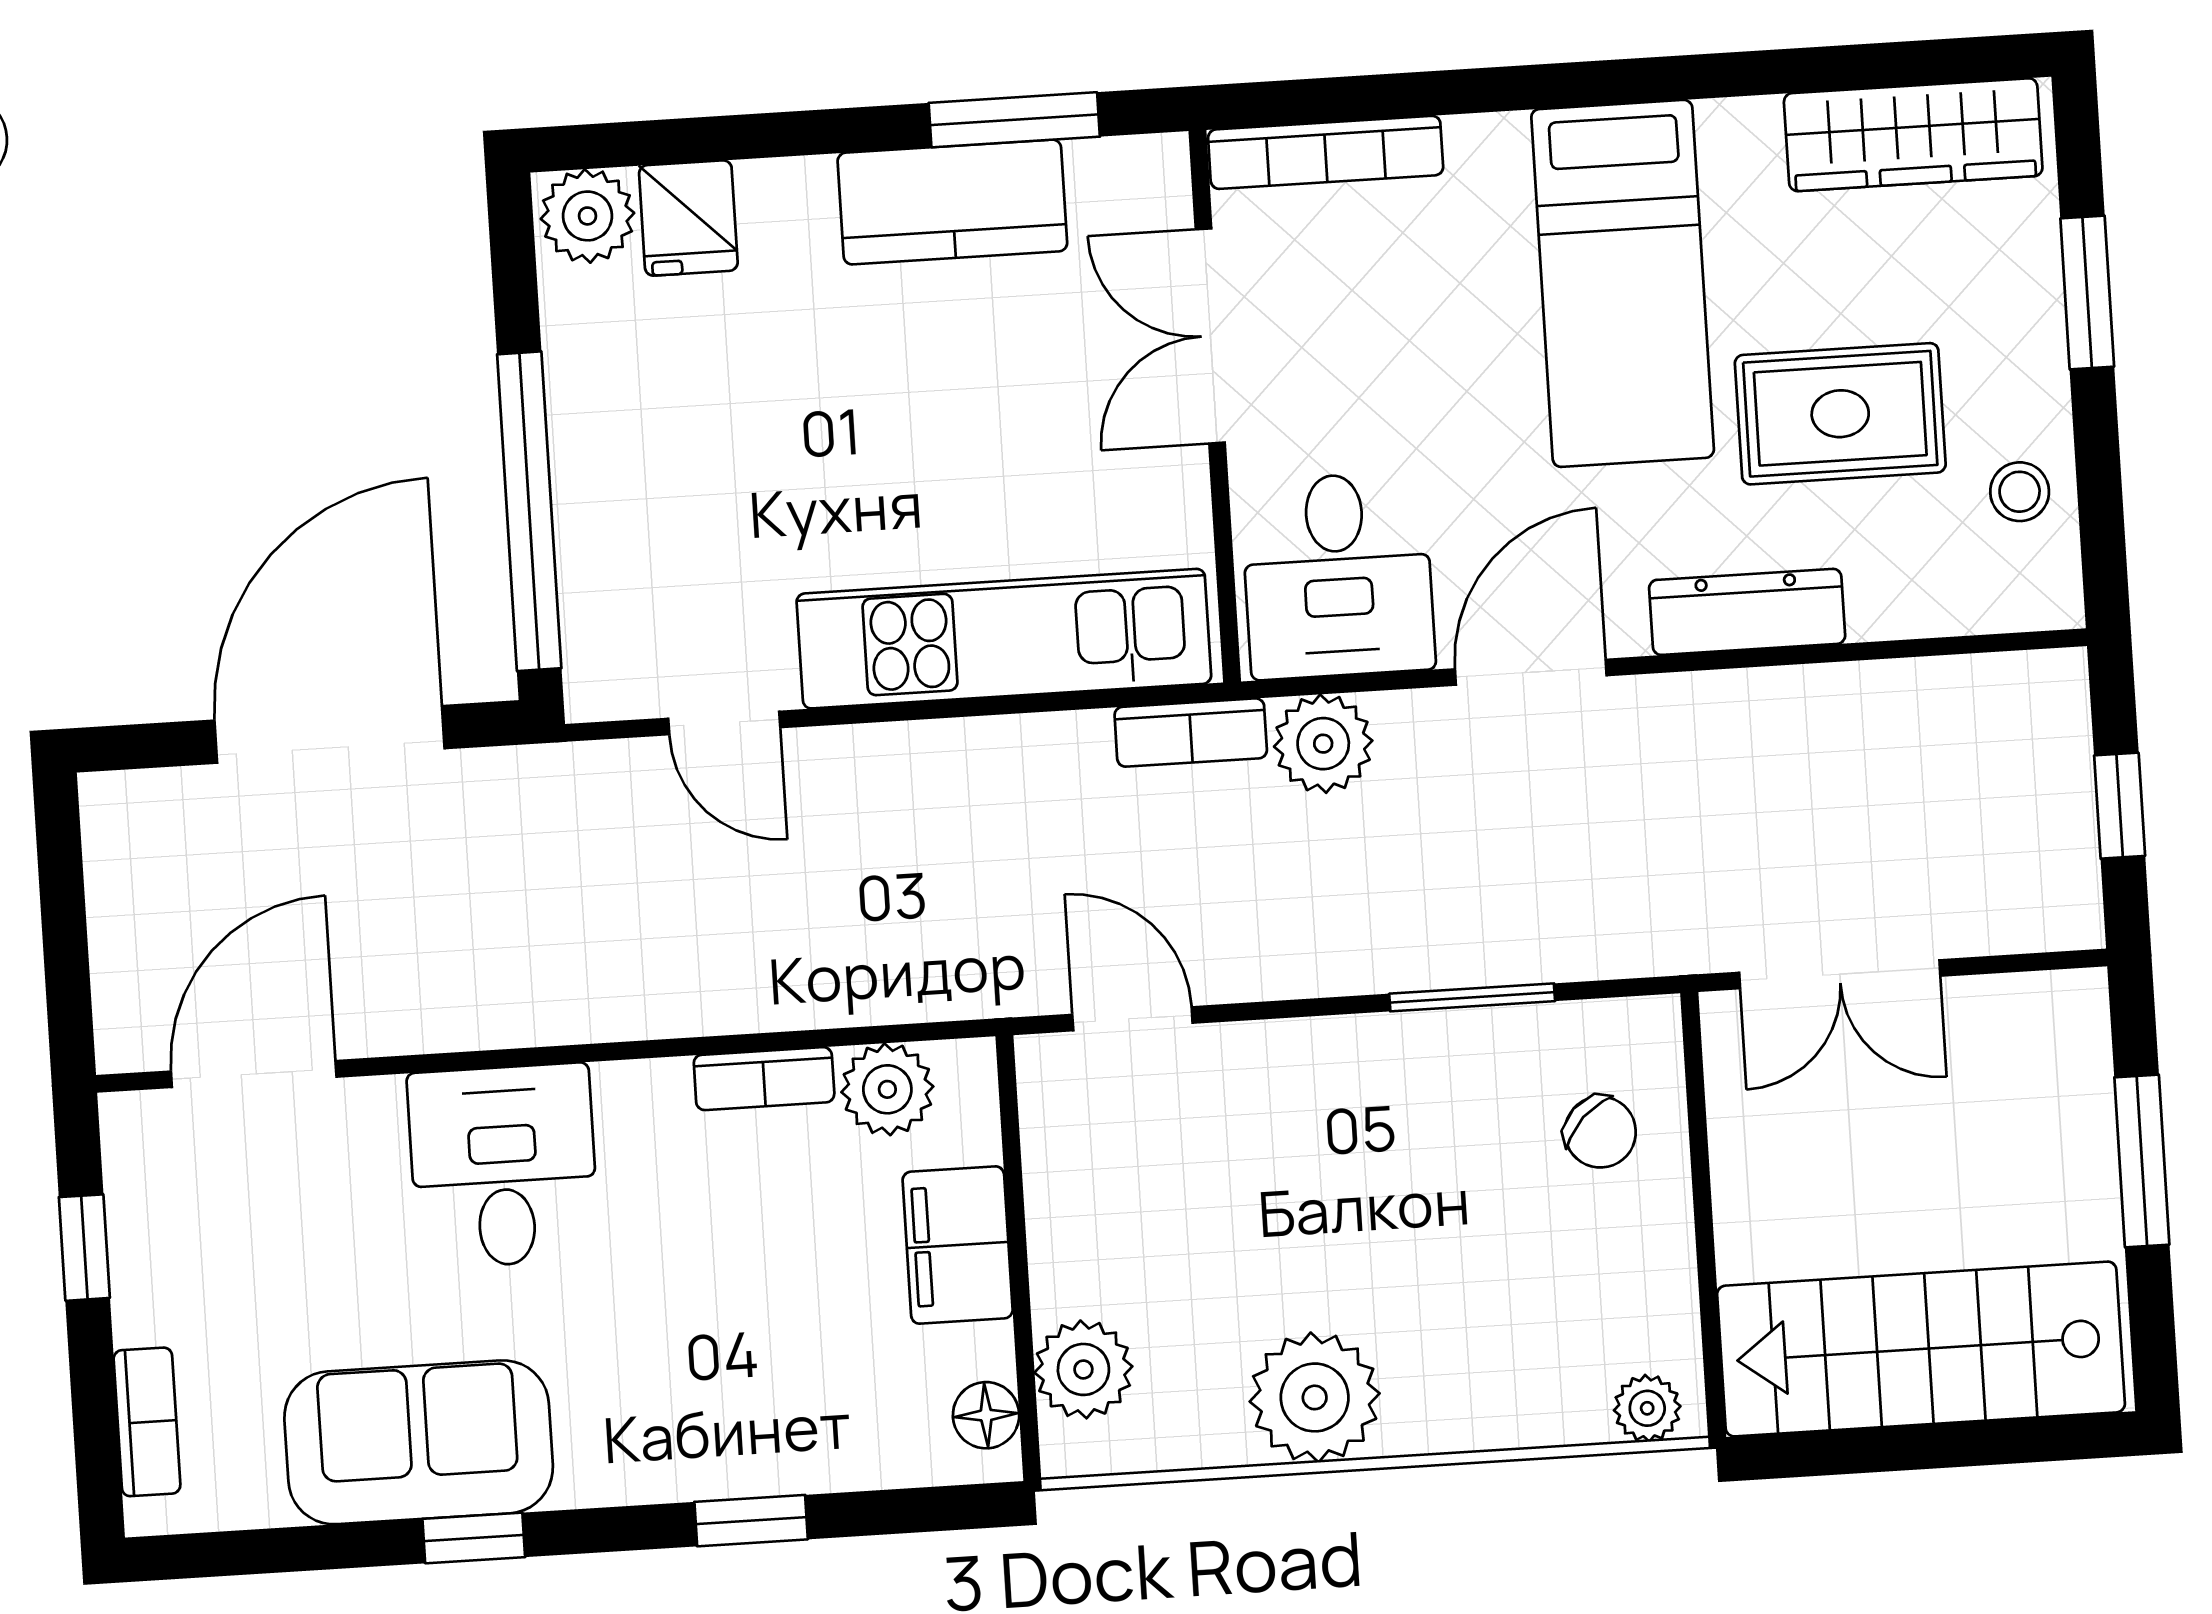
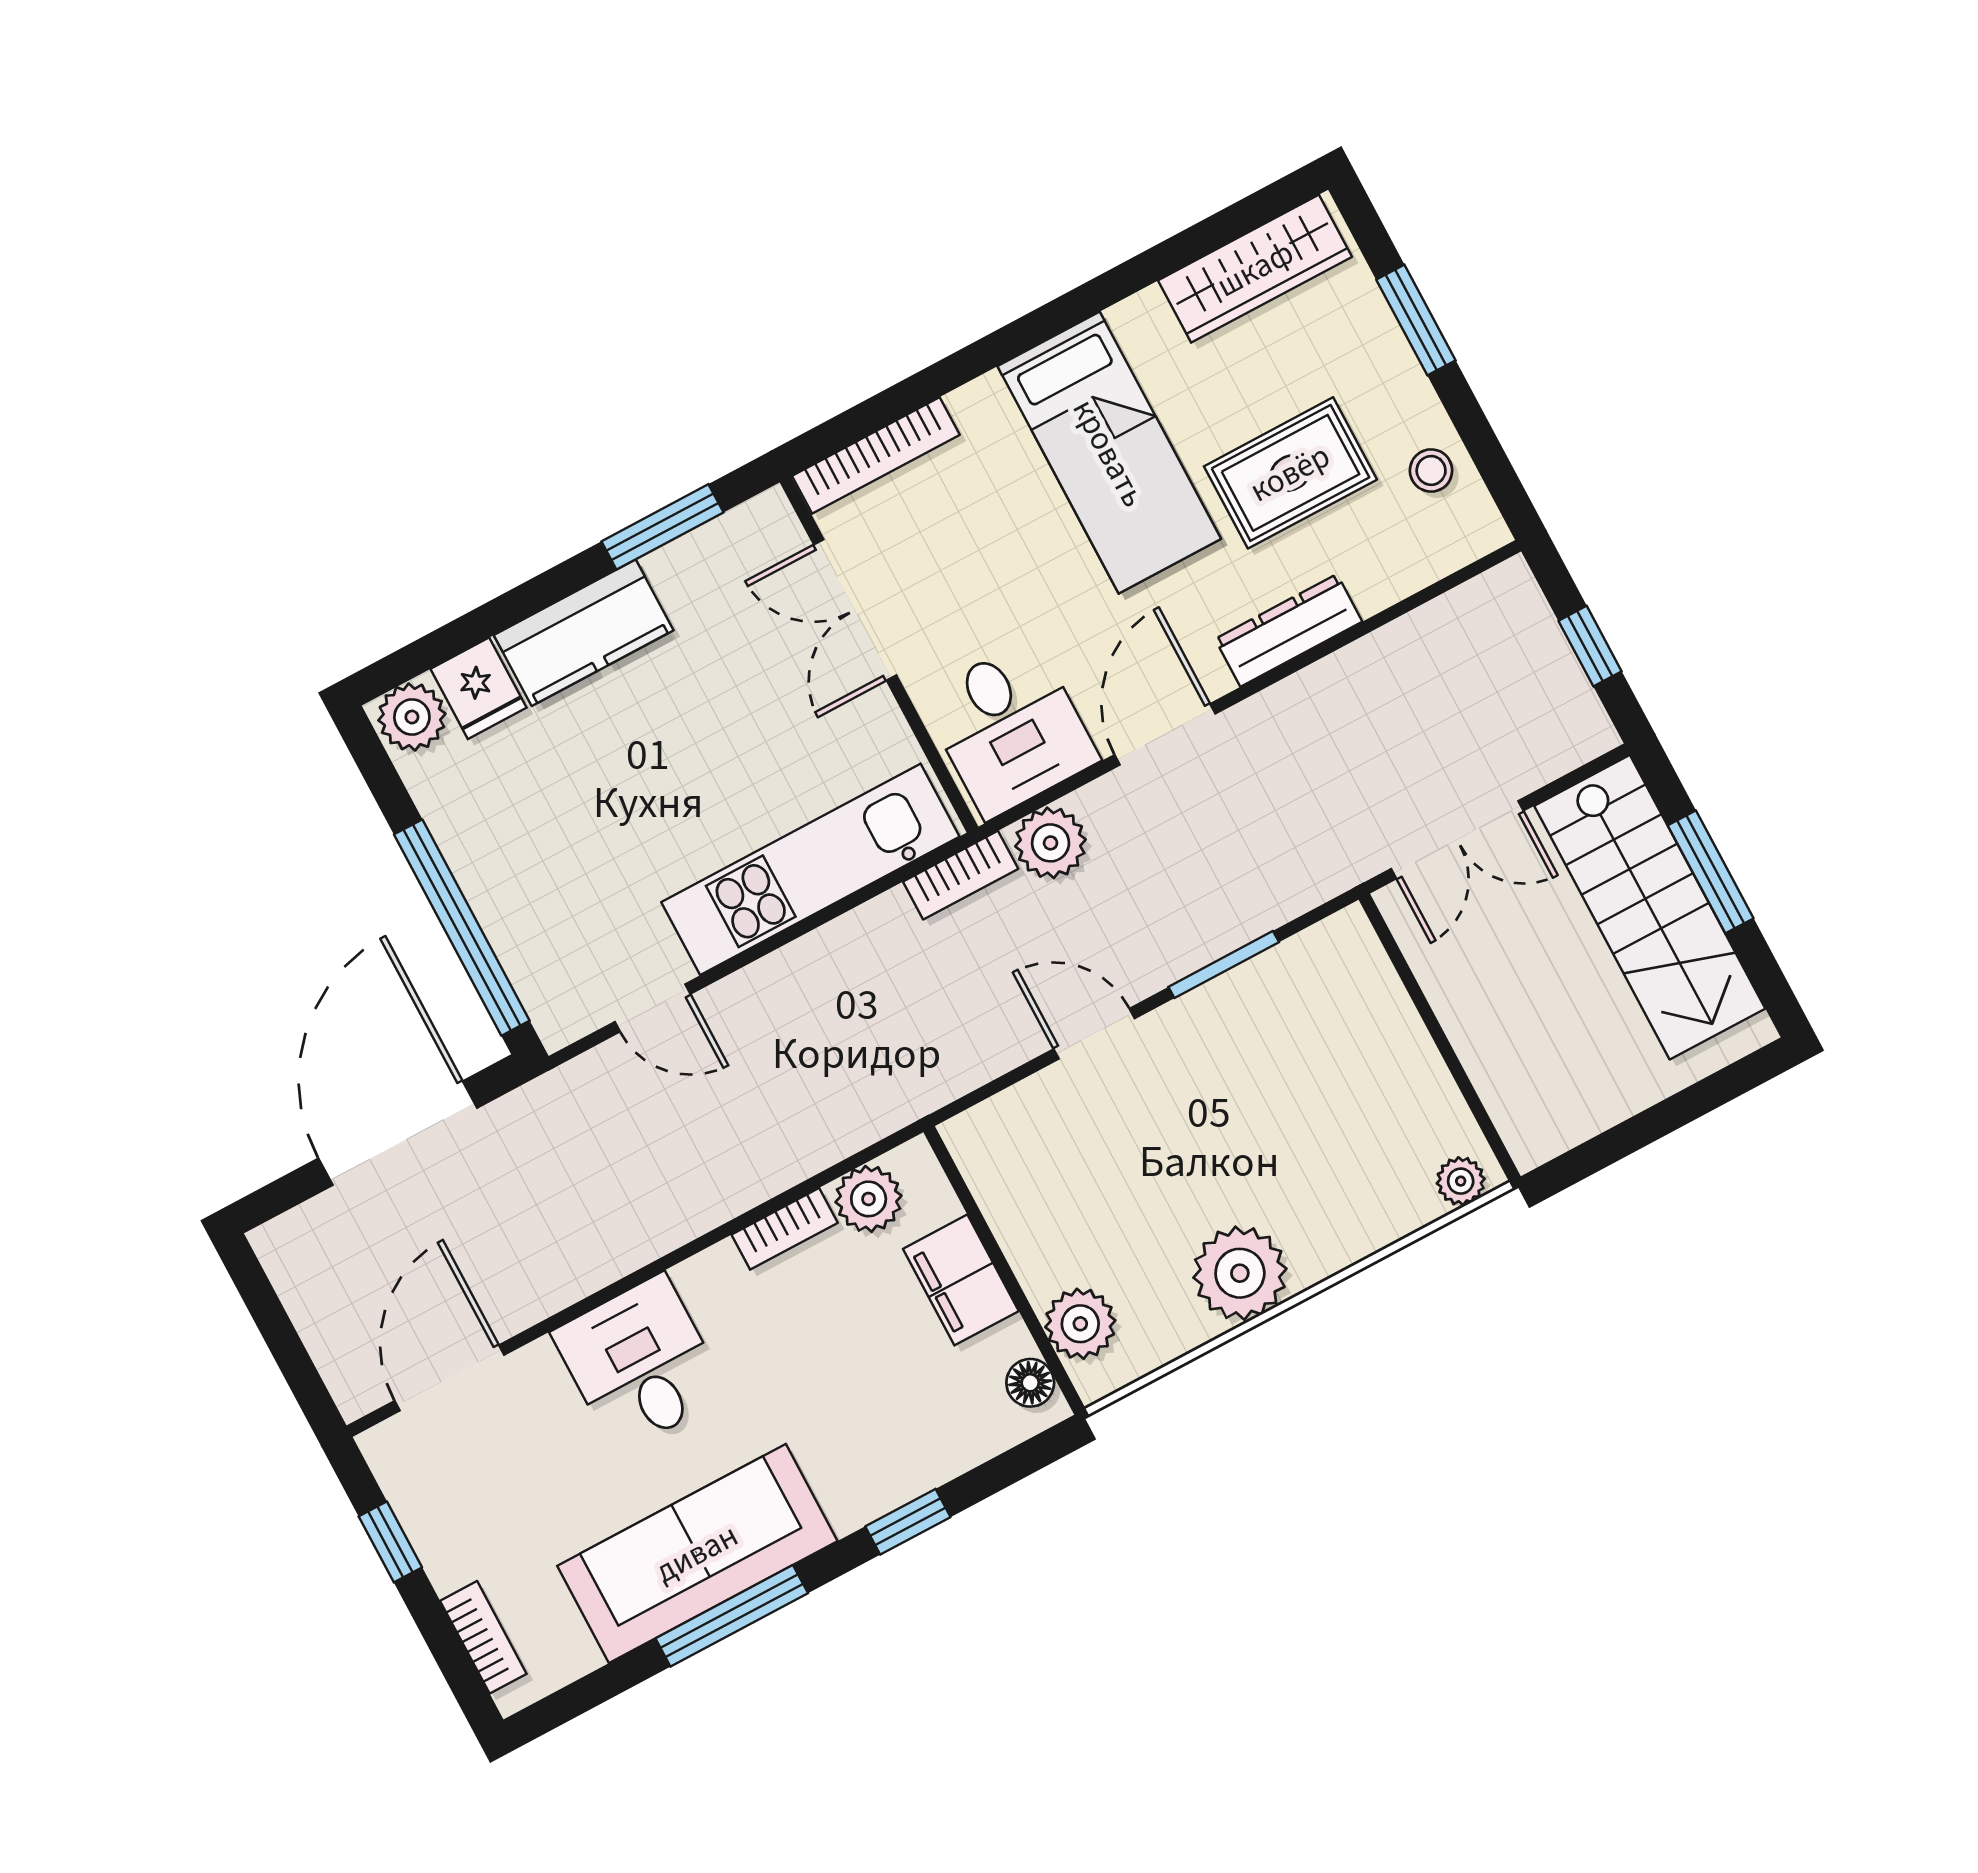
kitchen counter: (952, 202) -> (584, 633), moved
door: (1132, 1019) -> (1094, 1034), moved
chair: (1600, 1132) -> (1348, 1014), removed
stairs: (1921, 1349) -> (1650, 907), moved, turned -90
sofa: (419, 1442) -> (697, 1553), width x1.36
window: (474, 1538) -> (732, 1616), width x2.17

